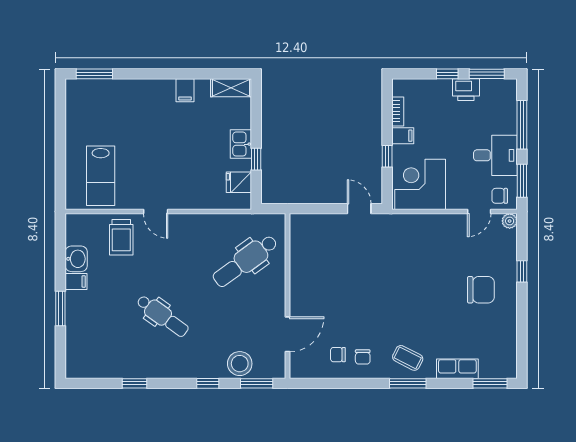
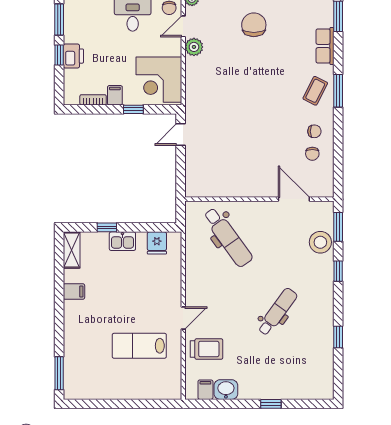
printer: (466, 90) -> (73, 56), moved
window: (256, 159) -> (107, 227), moved
lab bench: (101, 176) -> (139, 346), moved, turned 180
door: (479, 211) -> (183, 26), swing flipped
plant: (456, 223) -> (194, 47), added
filing cabinet: (76, 281) -> (205, 390), moved
window: (60, 309) -> (271, 404), width x0.67

